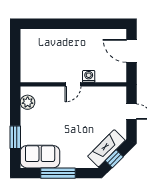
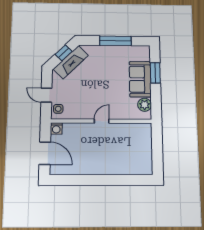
washing machine: (89, 76) -> (56, 128), moved
side table: (119, 97) -> (58, 109), added
sofa: (40, 157) -> (140, 79), moved, turned 90

